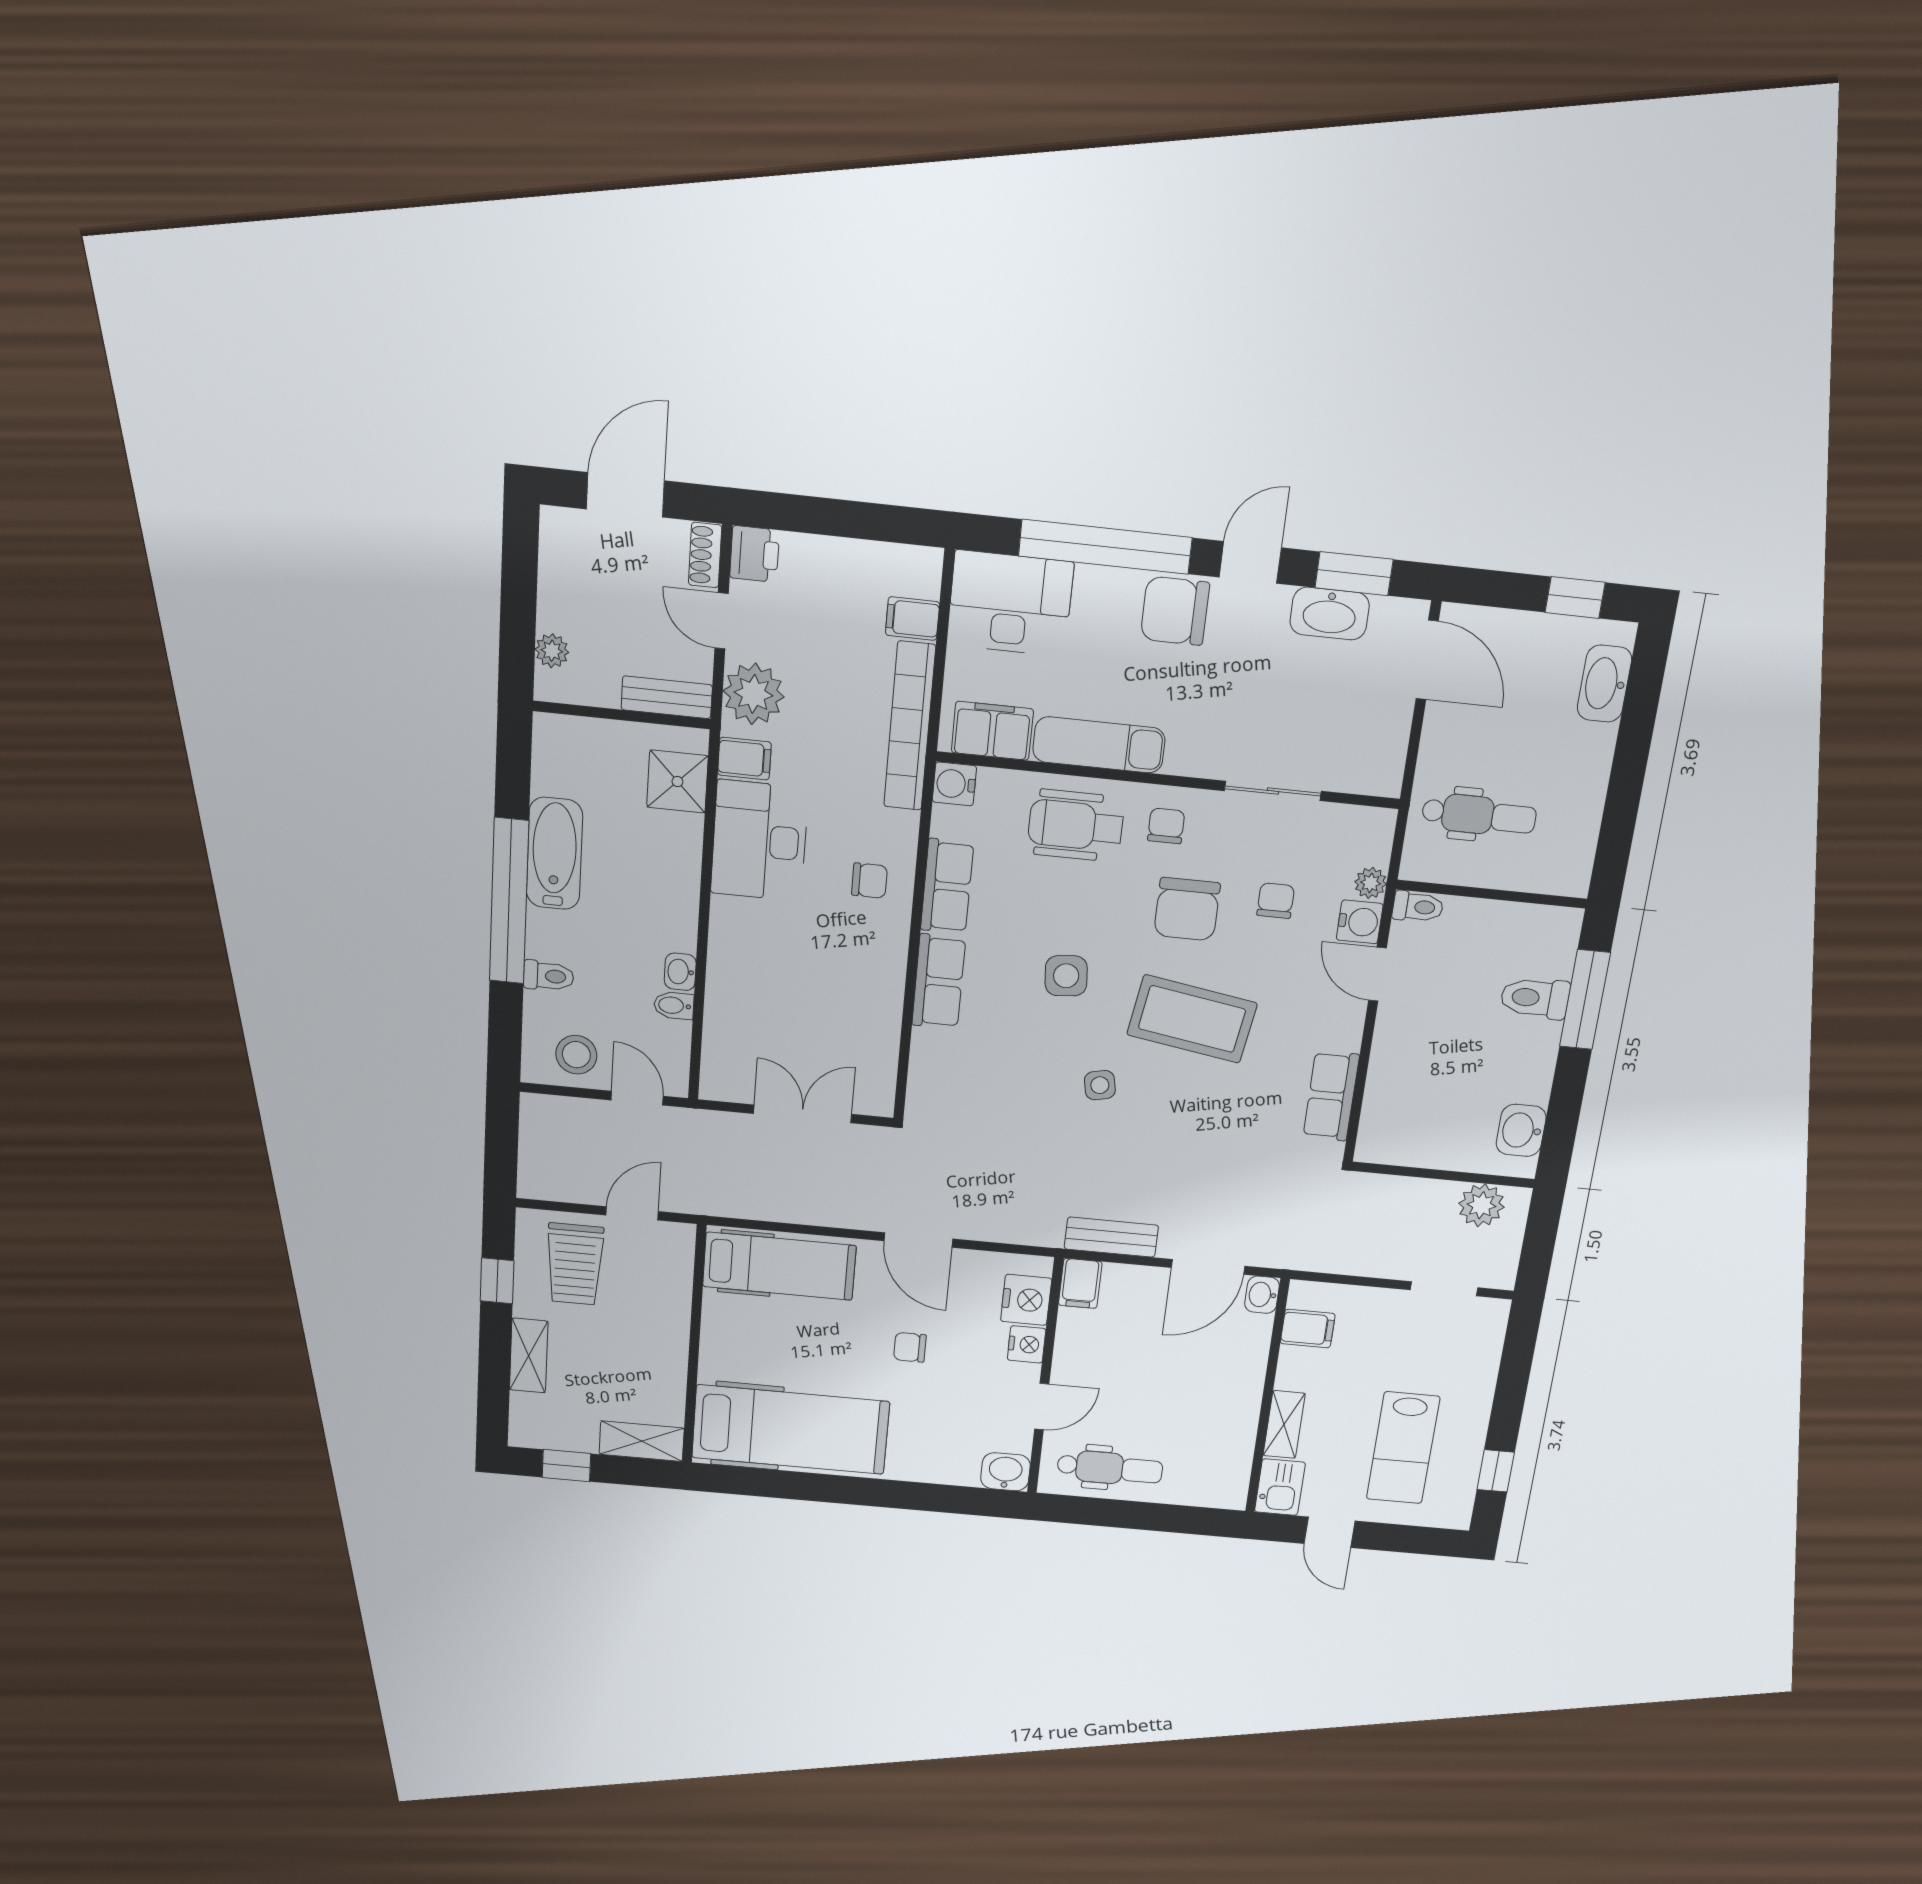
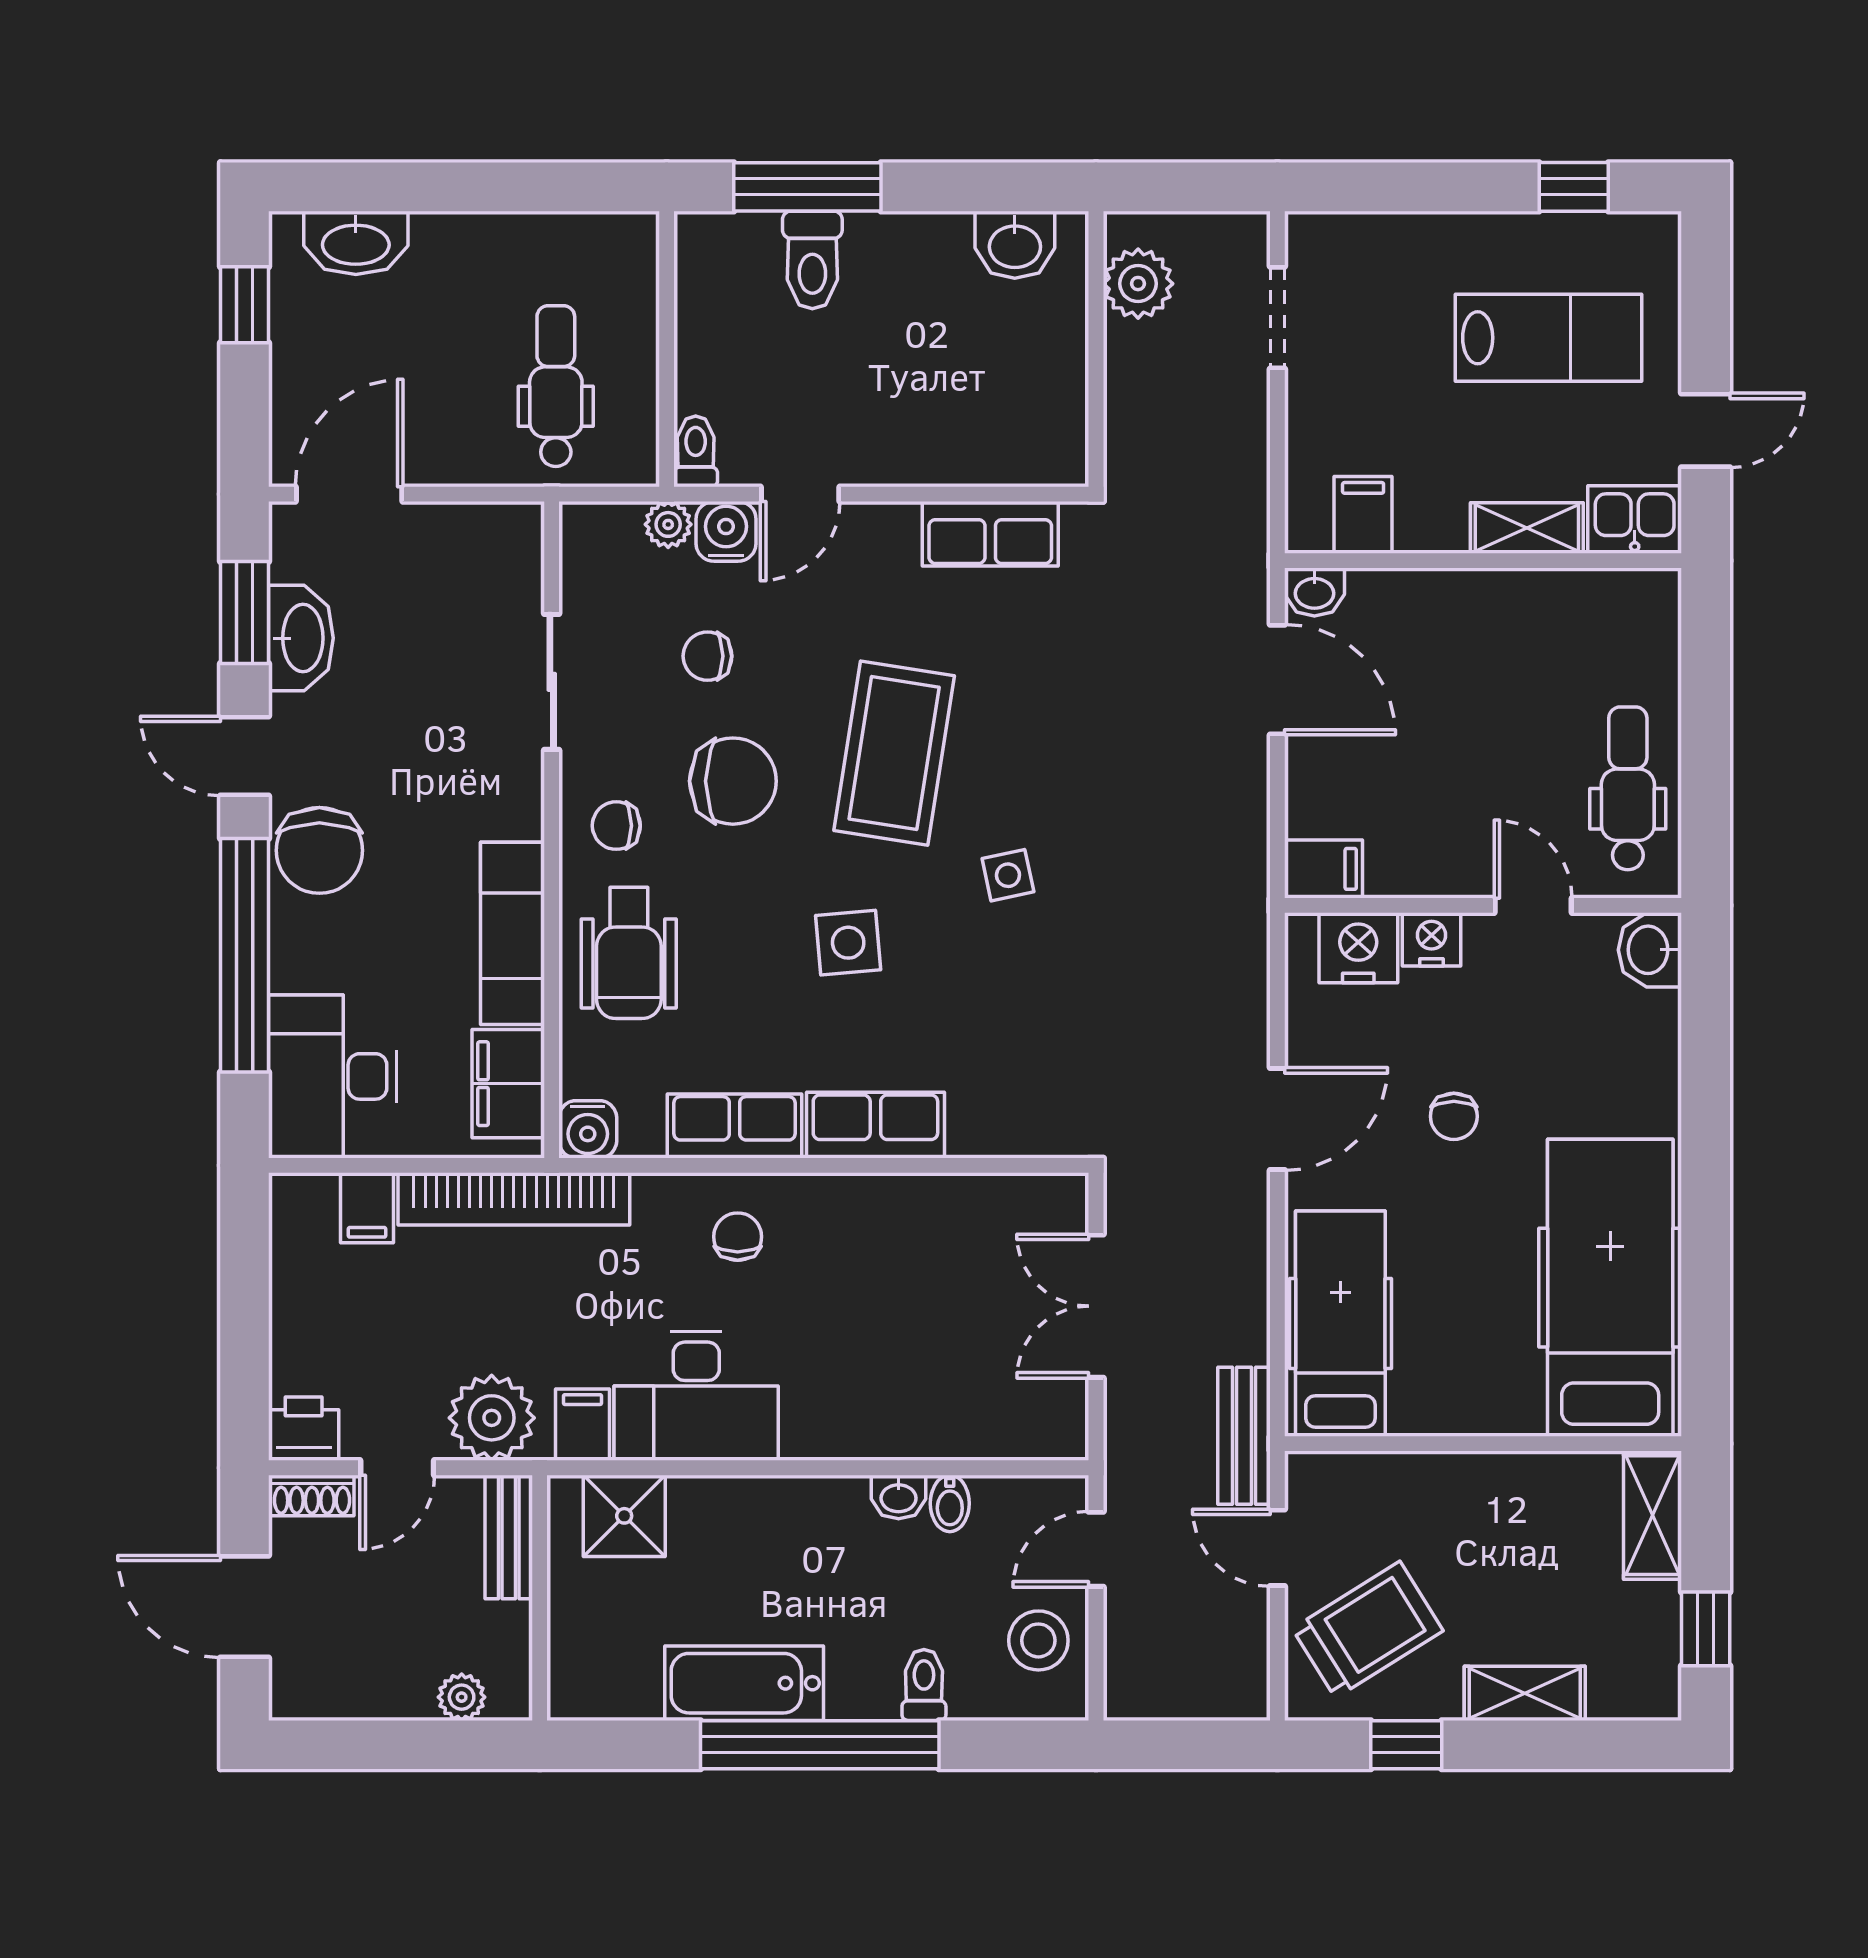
bench: (1111, 1237) -> (1244, 1436), moved
trolley: (575, 1264) -> (1368, 1630), turned -32

